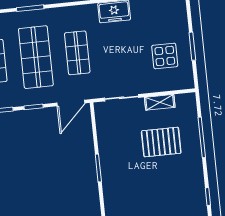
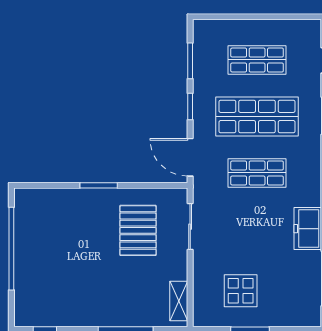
shelving: (160, 102) -> (179, 301), moved
pallet: (161, 142) -> (138, 230), moved

